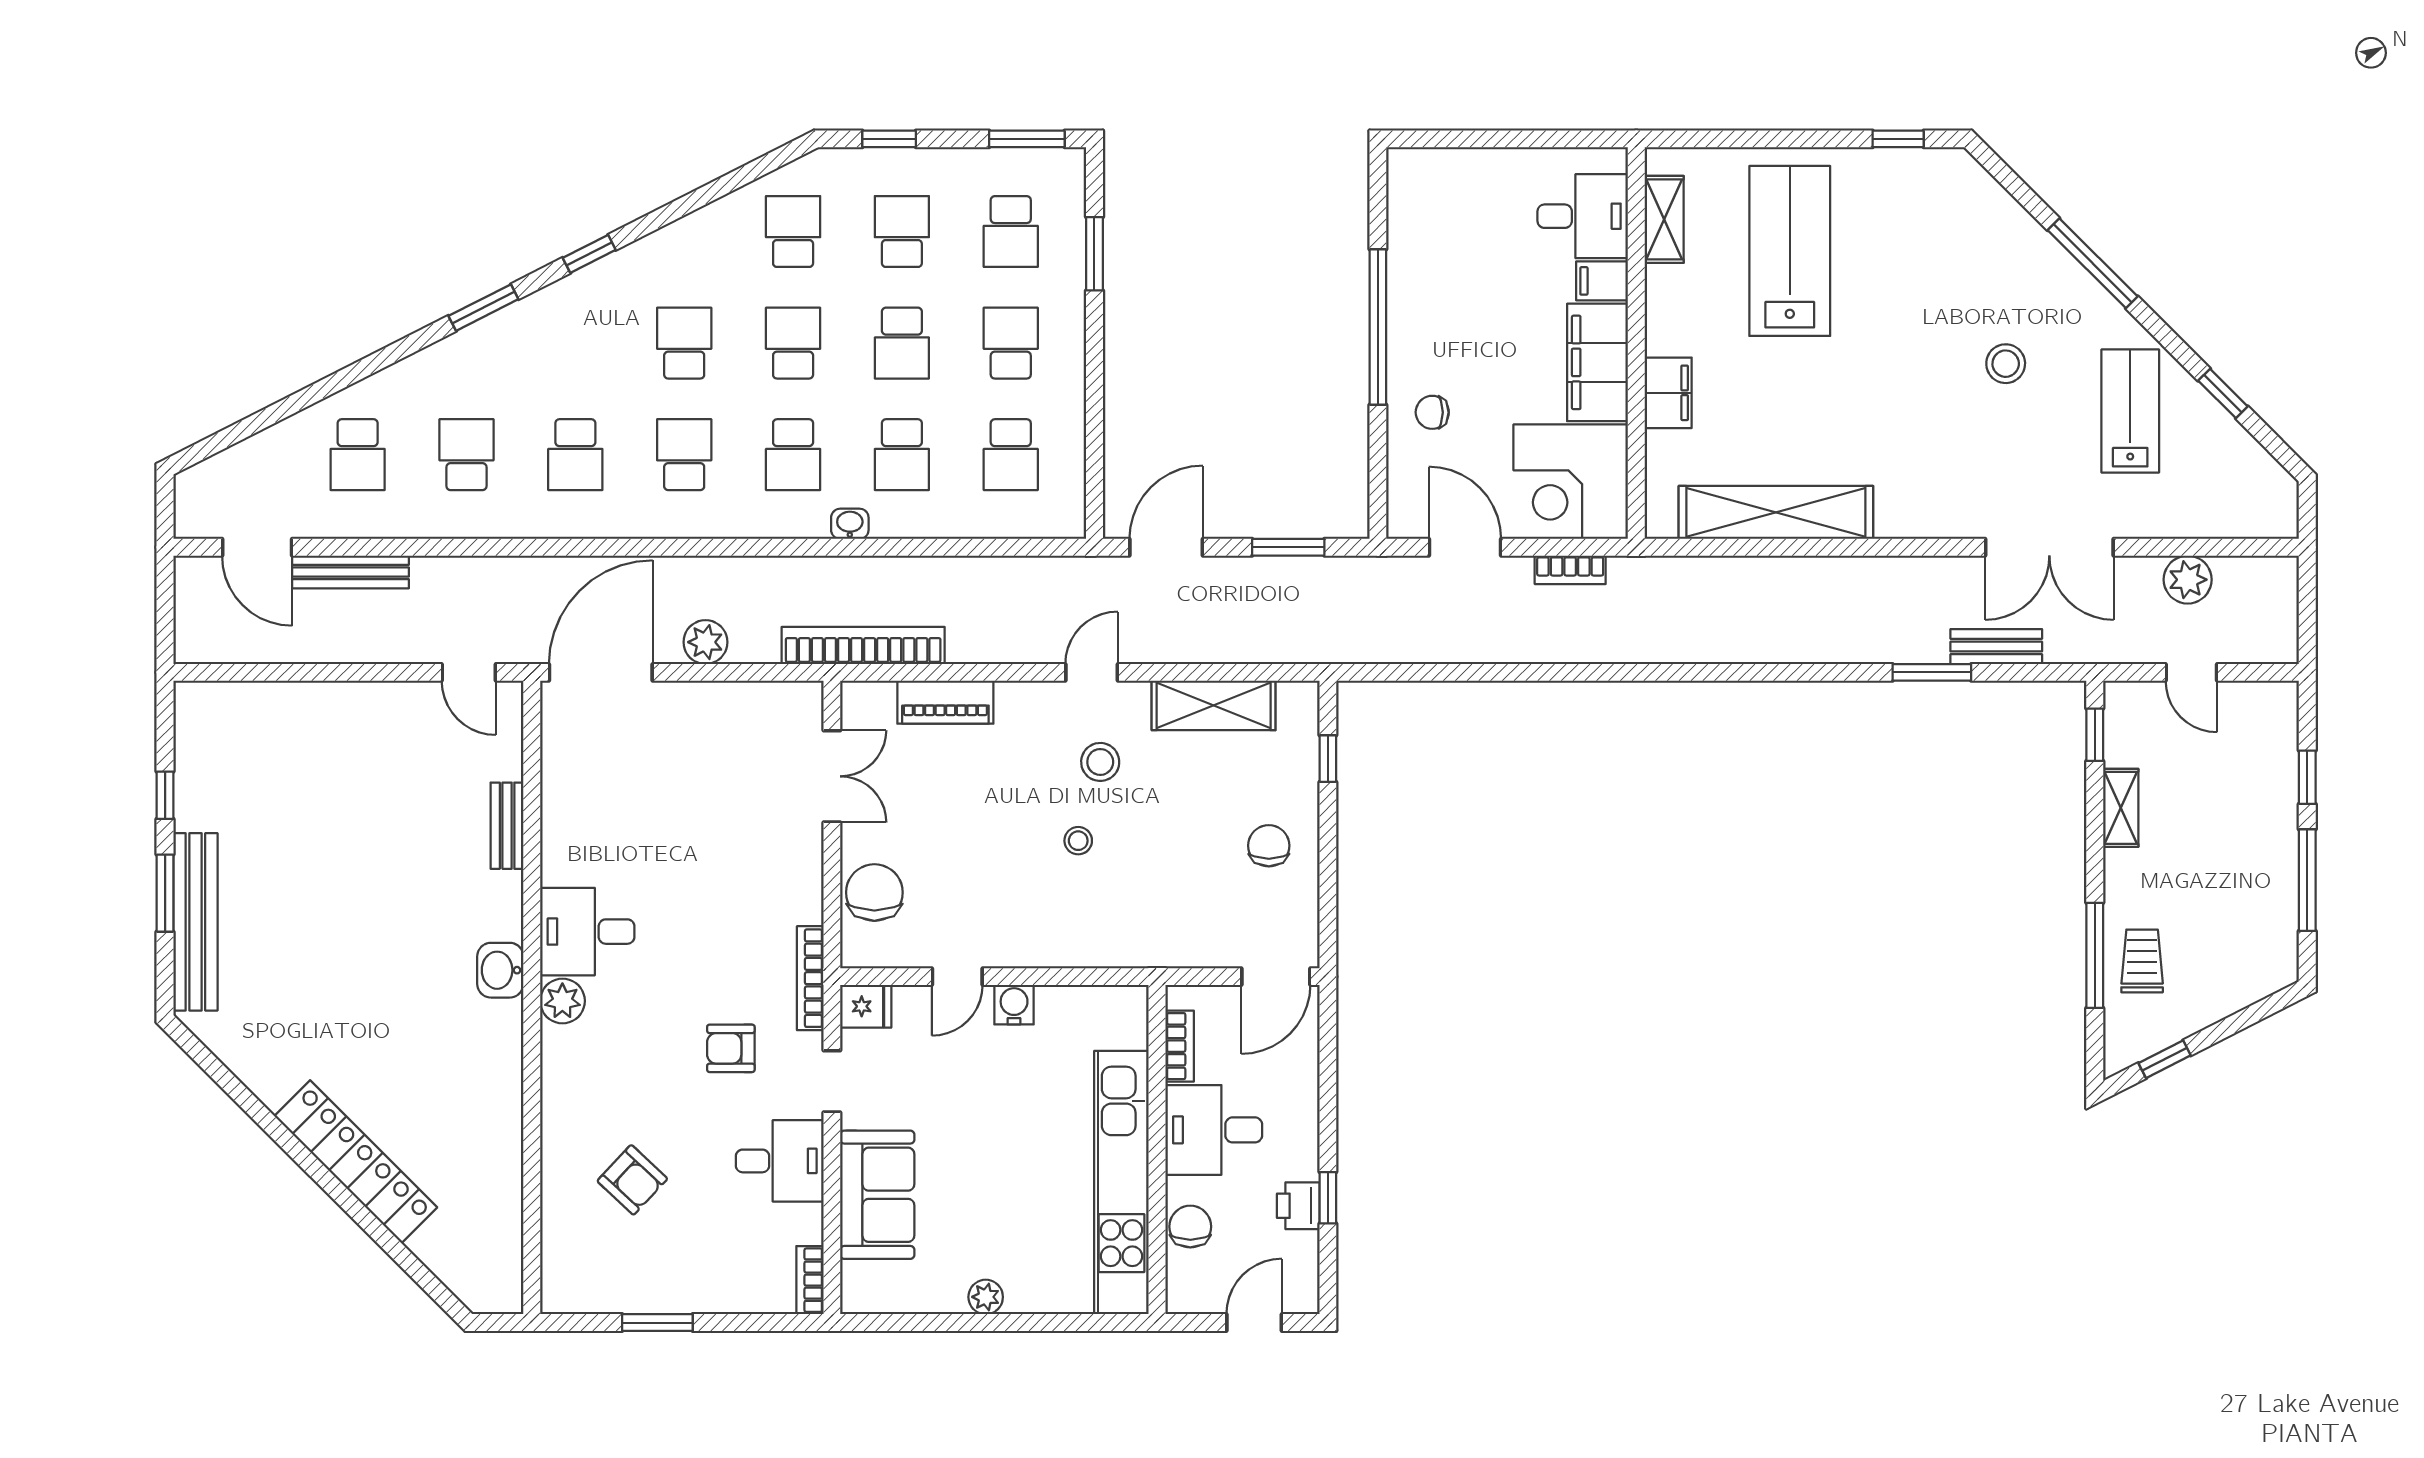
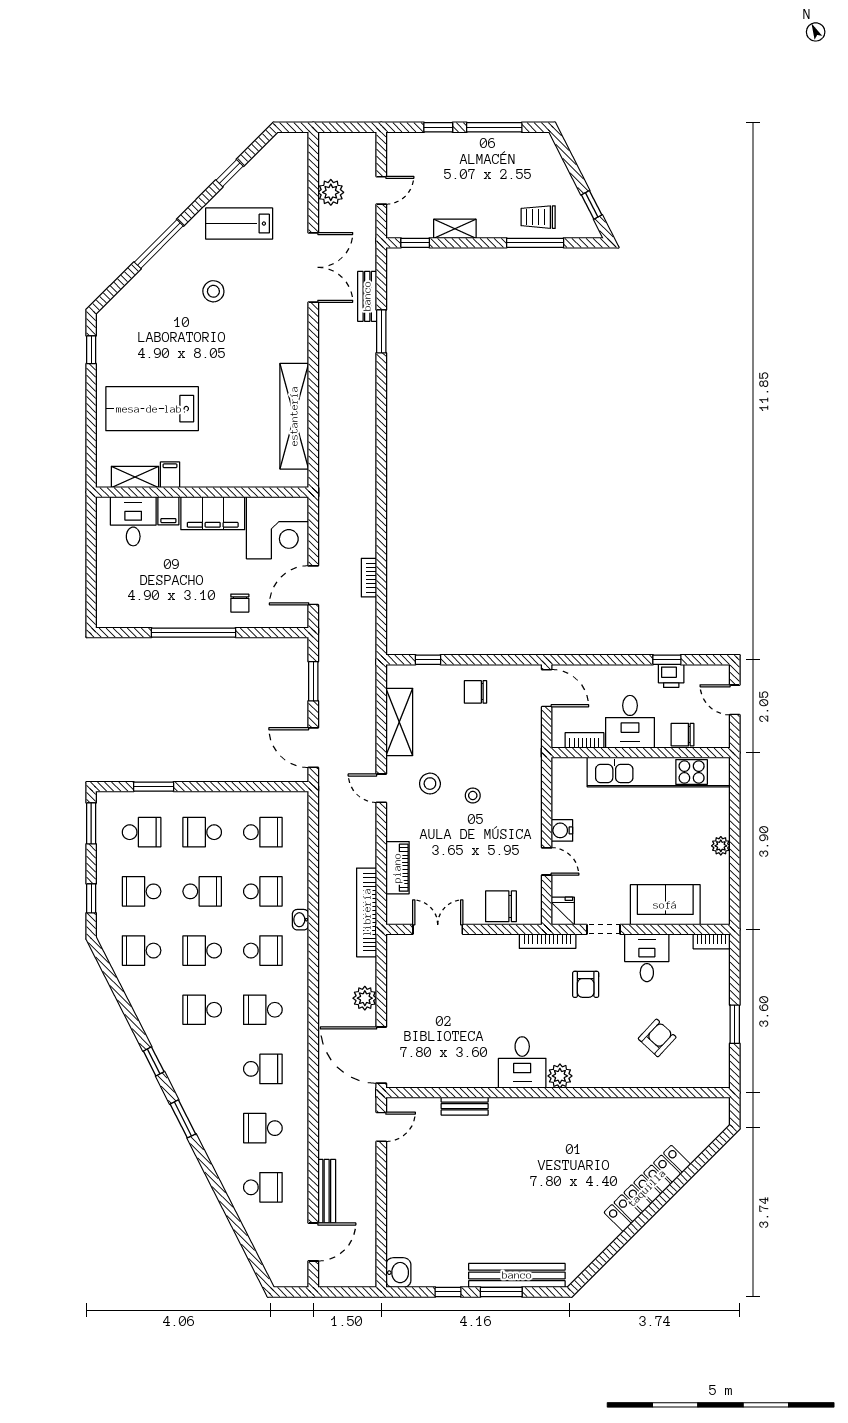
filing cabinet: (1668, 393) -> (170, 475), moved, width x0.50
bookcase: (1570, 570) -> (369, 578), moved, turned 180
washbasin: (500, 970) -> (398, 1273), moved, turned -90

